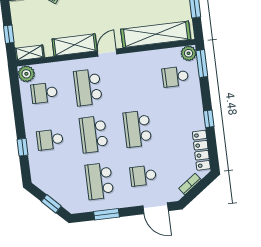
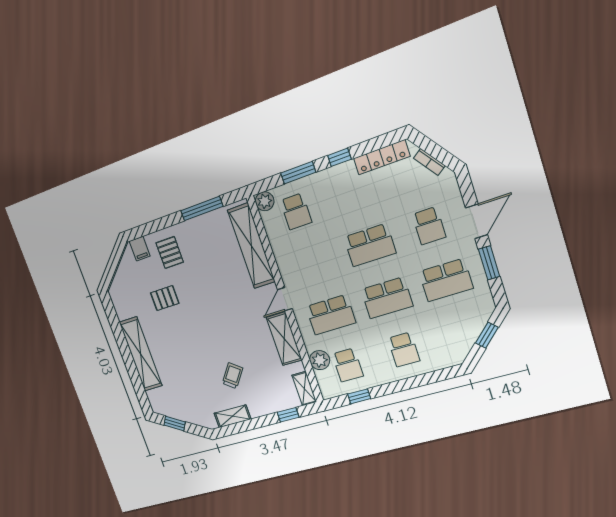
door: (107, 53) -> (285, 299), hinge flipped
window: (202, 64) -> (298, 173), moved
plant: (26, 74) -> (320, 360), moved
window: (23, 147) -> (359, 396), moved
door: (156, 208) -> (476, 221), moved

